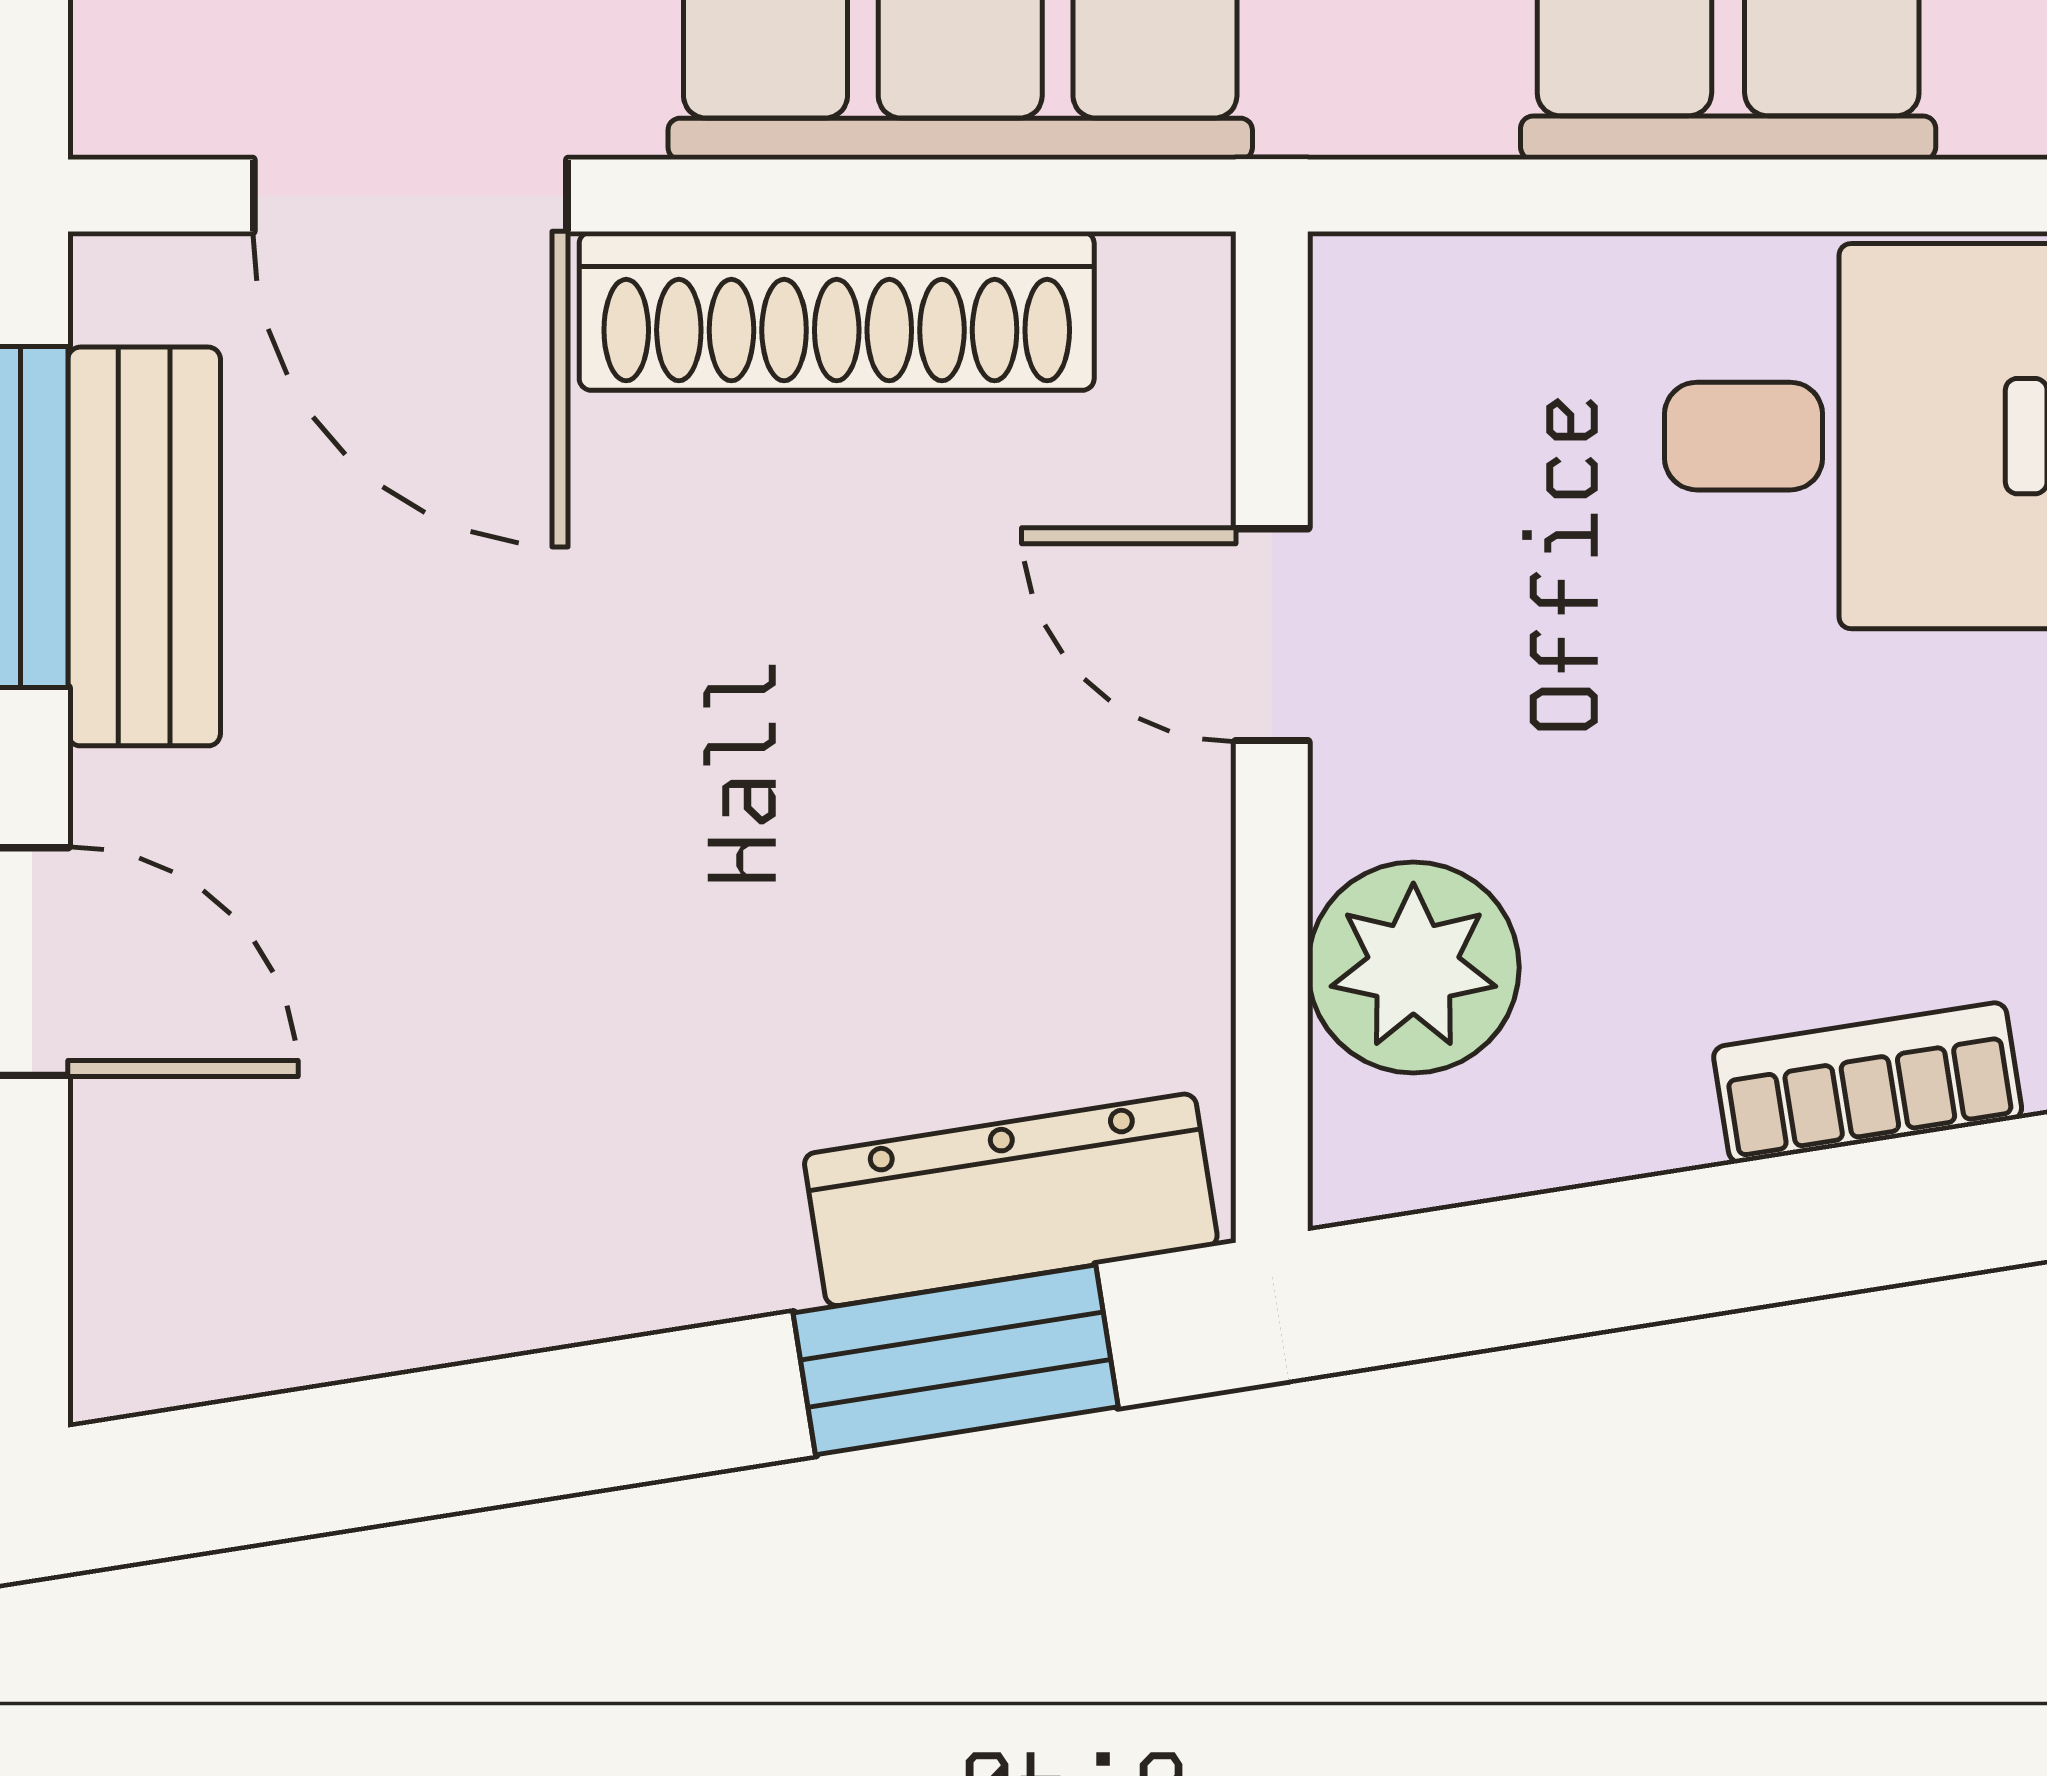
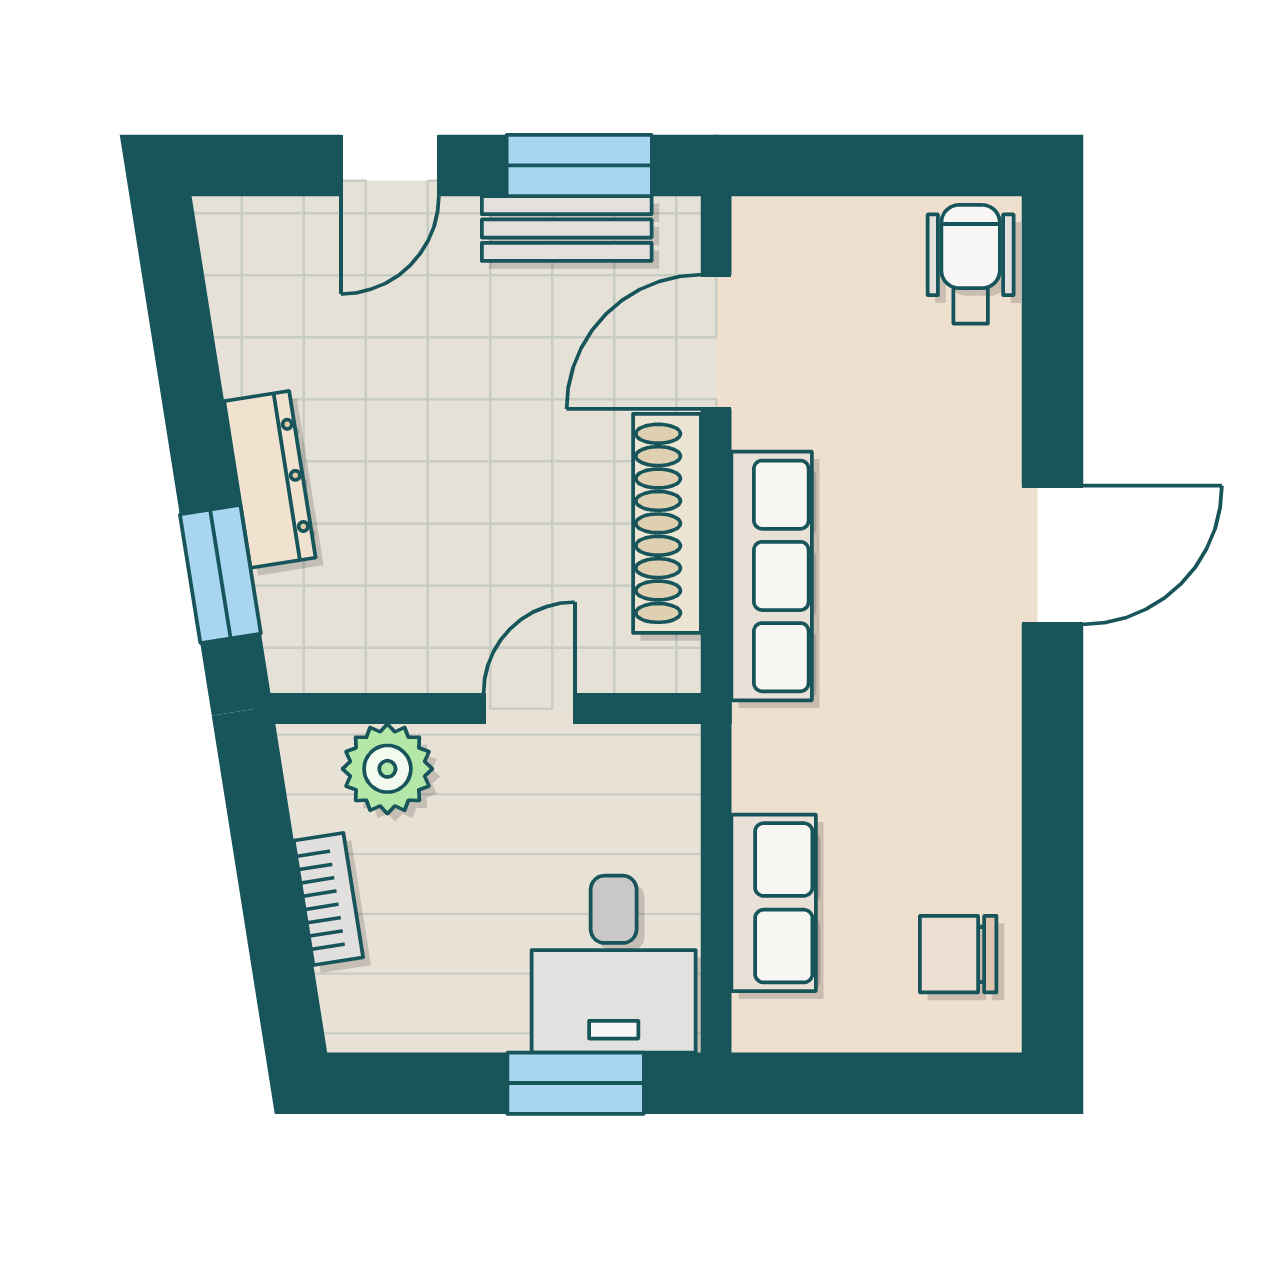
bookcase: (1868, 1083) -> (328, 899), moved
dresser: (1011, 1200) -> (270, 479), moved

